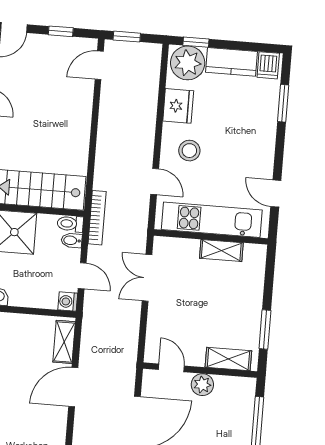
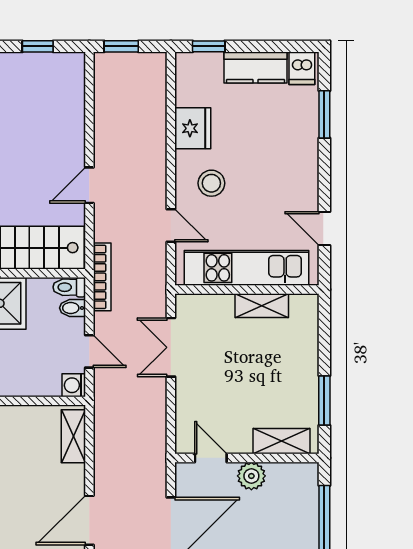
plant: (188, 63) -> (200, 73), removed
door: (99, 65) -> (89, 185), moved
door: (73, 387) -> (89, 520), moved

